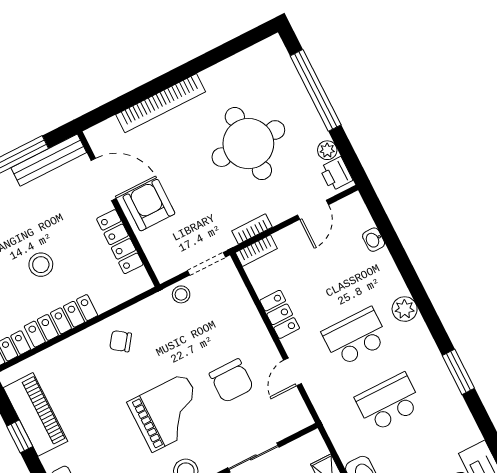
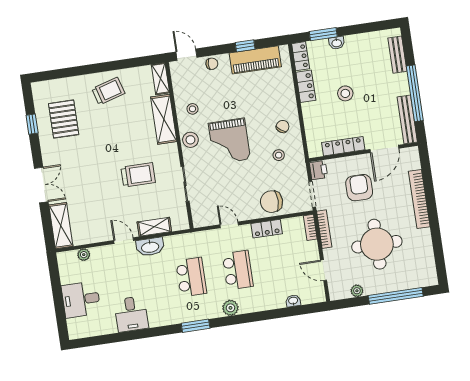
printer: (336, 174) -> (319, 170), moved, turned 90
armchair: (149, 205) -> (359, 188), moved, turned -90
bookcase: (252, 229) -> (324, 229), width x1.56
stool: (181, 294) -> (279, 155), moved
plant: (405, 309) -> (230, 308), moved
locker: (61, 321) -> (306, 86), width x0.66
chair: (231, 381) -> (271, 202), moved

